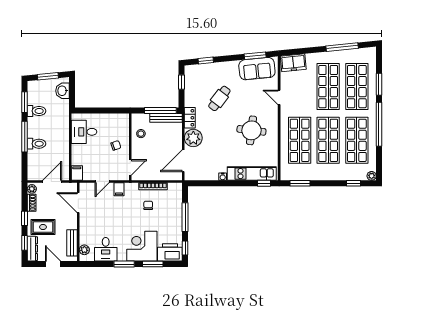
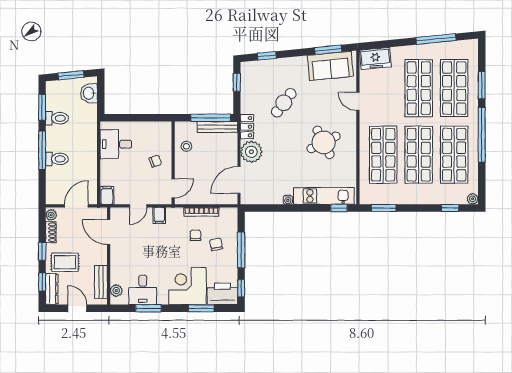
round table: (251, 130) -> (324, 142), turned -34
chair: (165, 213) -> (216, 244), added
window: (124, 264) -> (148, 308), moved

